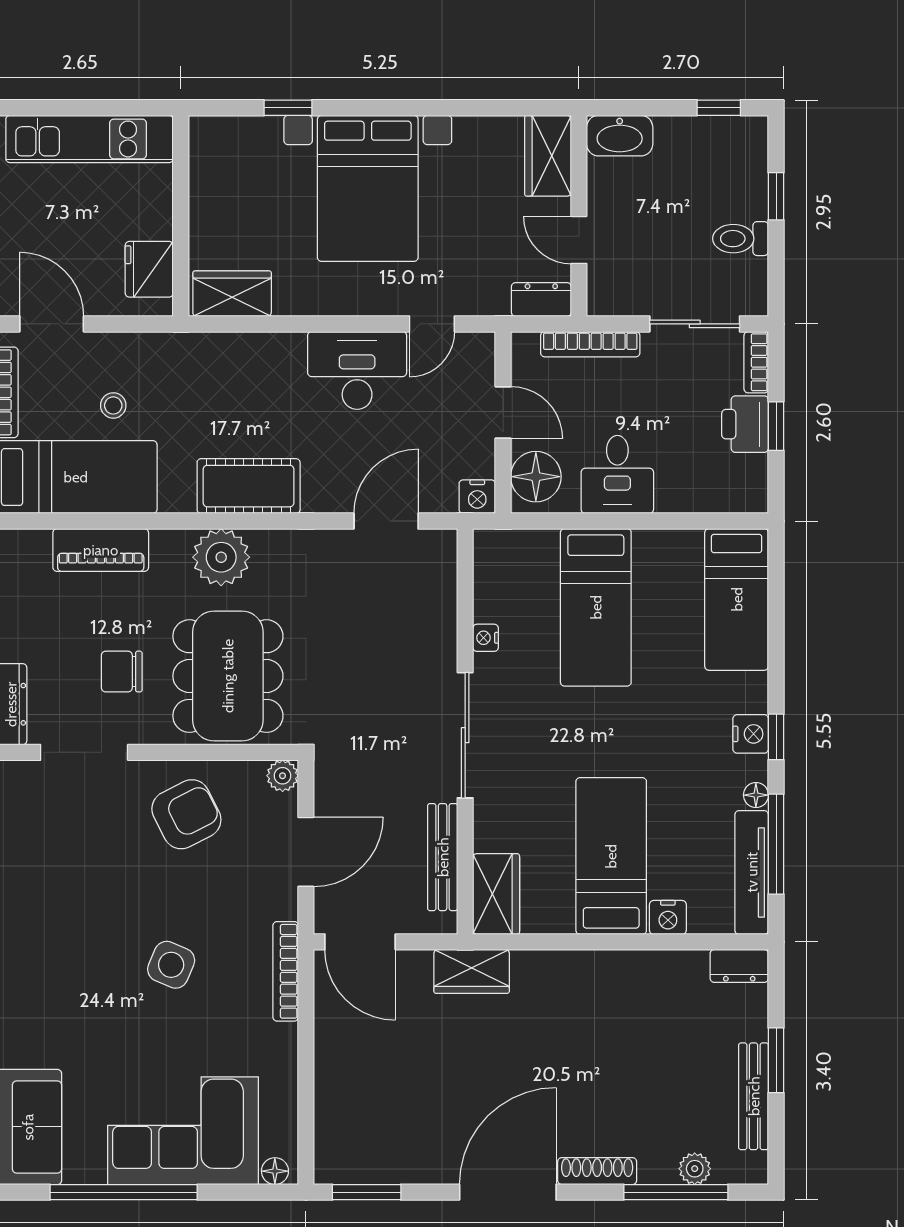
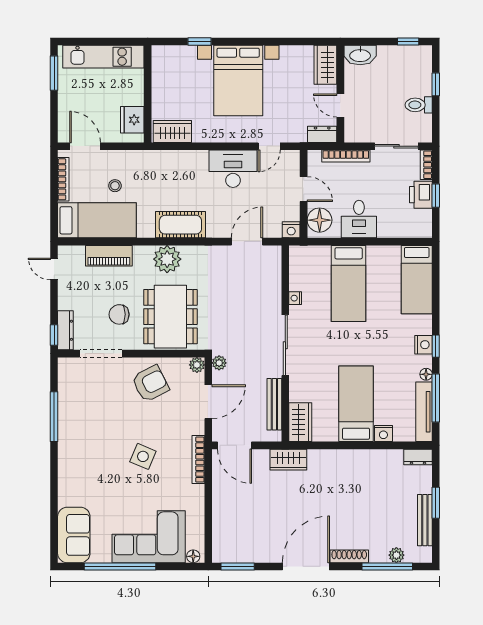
plant: (329, 771) -> (219, 363), added

